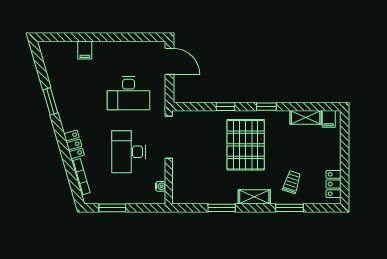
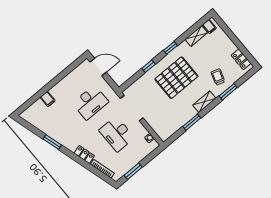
pallet: (246, 145) -> (176, 78), turned 90

